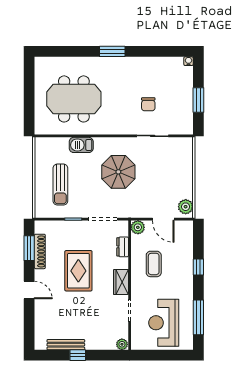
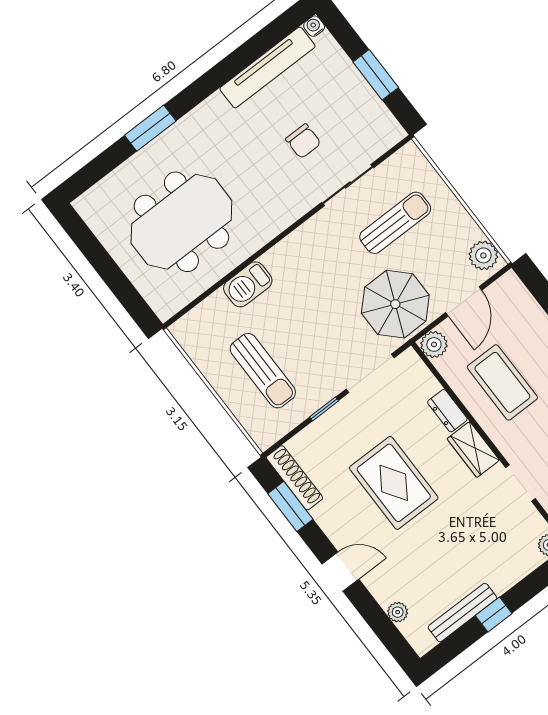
window: (112, 51) -> (150, 128), moved
tv unit: (157, 63) -> (267, 67), added
sun lounger: (160, 166) -> (395, 223), added
parasol: (118, 172) -> (395, 304), moved
door: (163, 219) -> (464, 301), hinge flipped
dresser: (123, 247) -> (447, 411), moved
shoe rack: (40, 251) -> (295, 478), moved
coffee table: (154, 264) -> (502, 382), width x1.36, depth x1.32
plant: (40, 324) -> (398, 612), added

